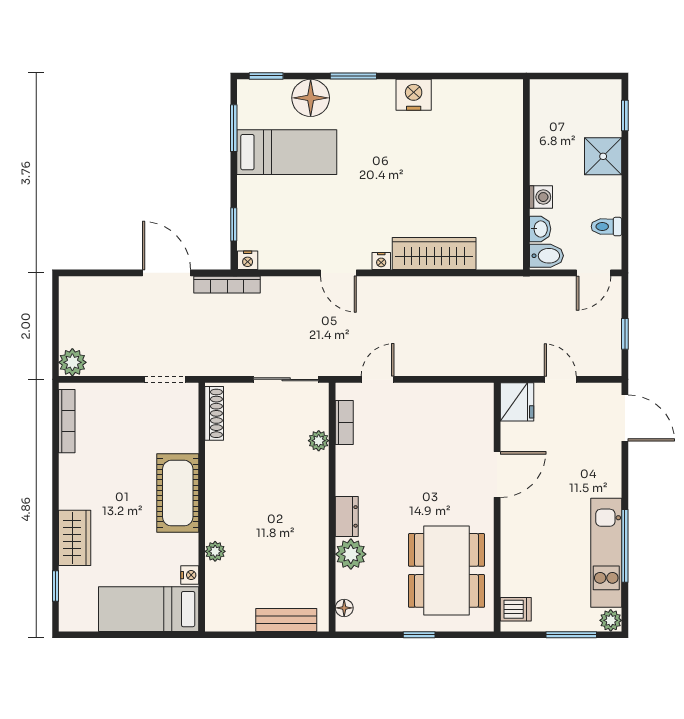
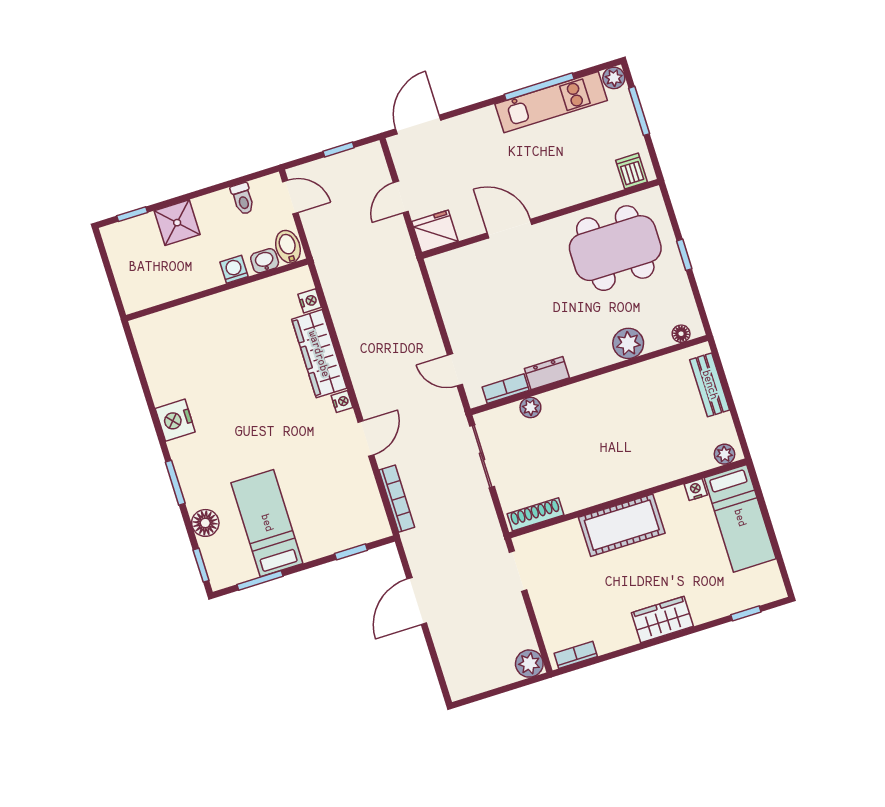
floor lamp: (311, 98) -> (205, 523), width x0.73, depth x0.73
nightstand: (248, 260) -> (310, 301), moved
bookcase: (227, 285) -> (397, 499), moved
bookcase: (67, 421) -> (576, 655), width x0.64
dresser: (347, 516) -> (547, 373), moved
wardrobe: (75, 538) -> (662, 620), moved
plant: (215, 551) -> (724, 454), moved

